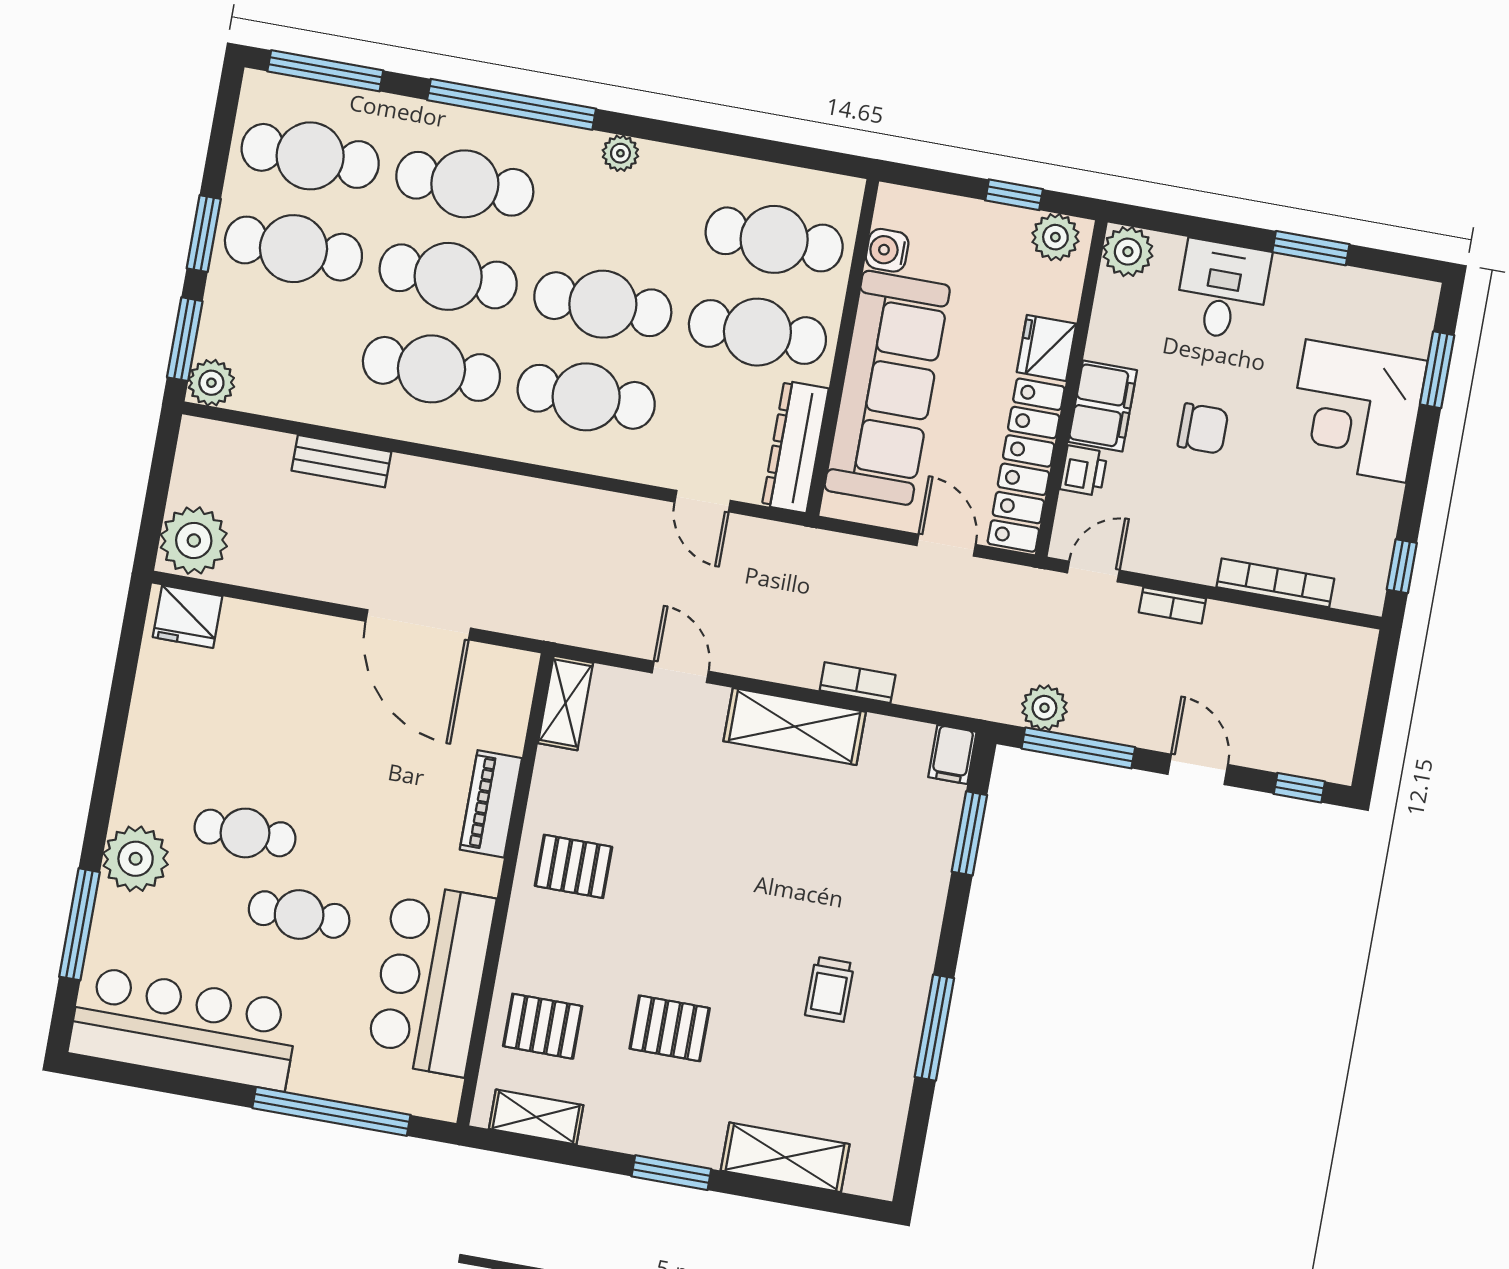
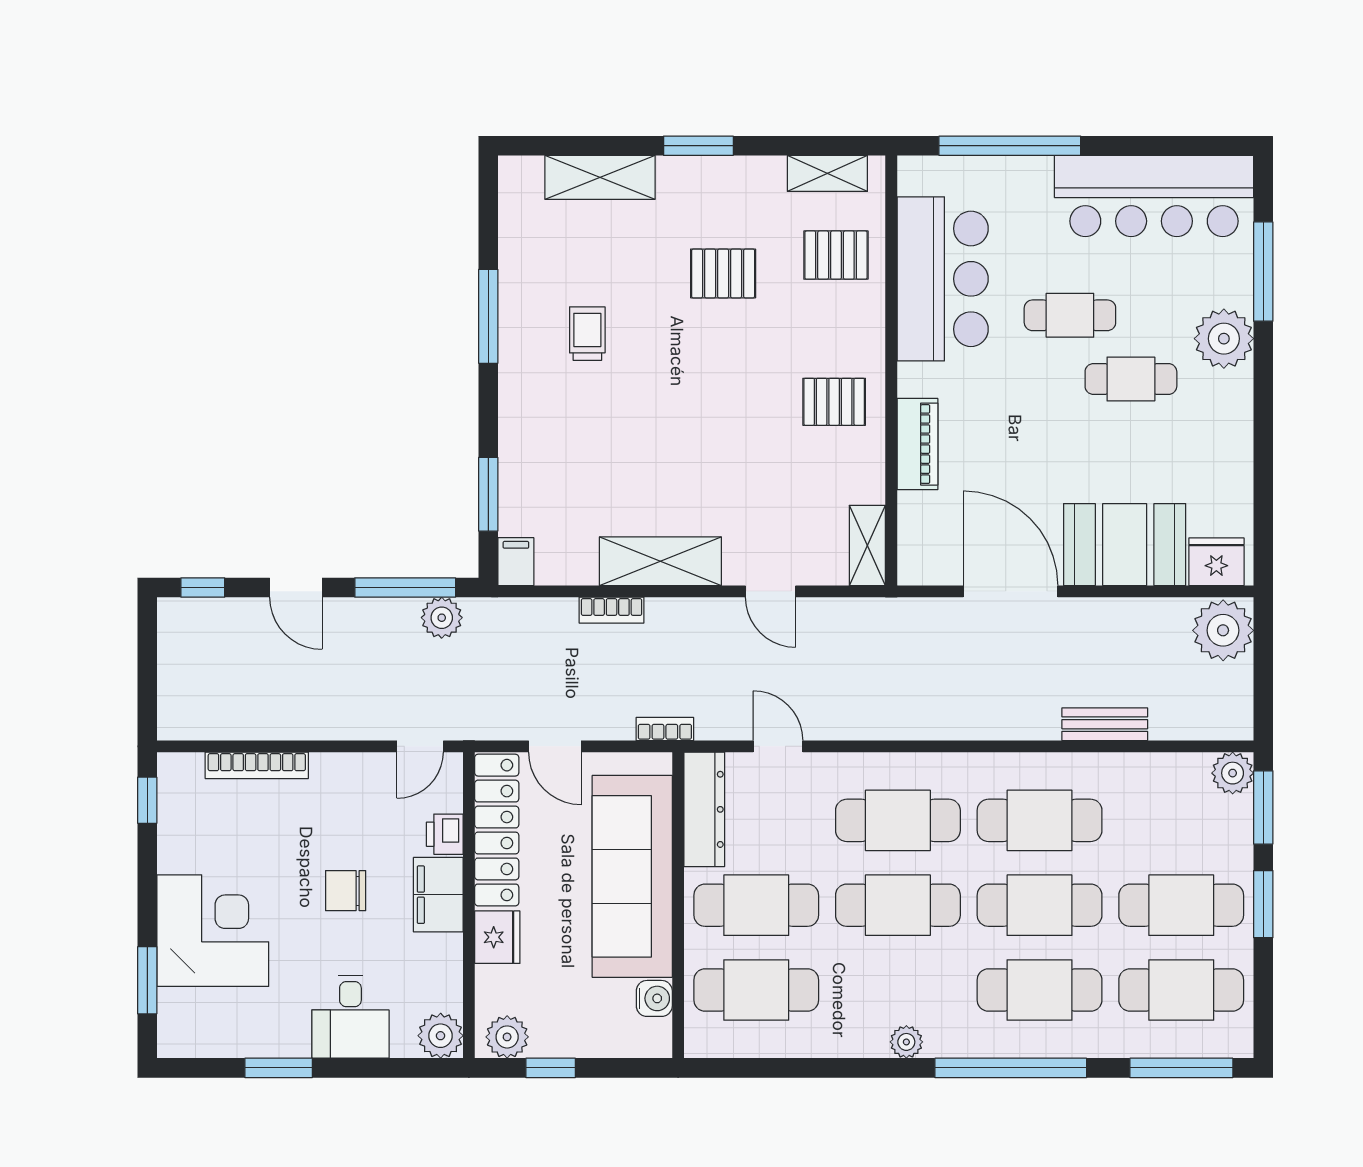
bookcase: (1172, 605) -> (665, 729), moved
booth: (284, 653) -> (1125, 545), added

